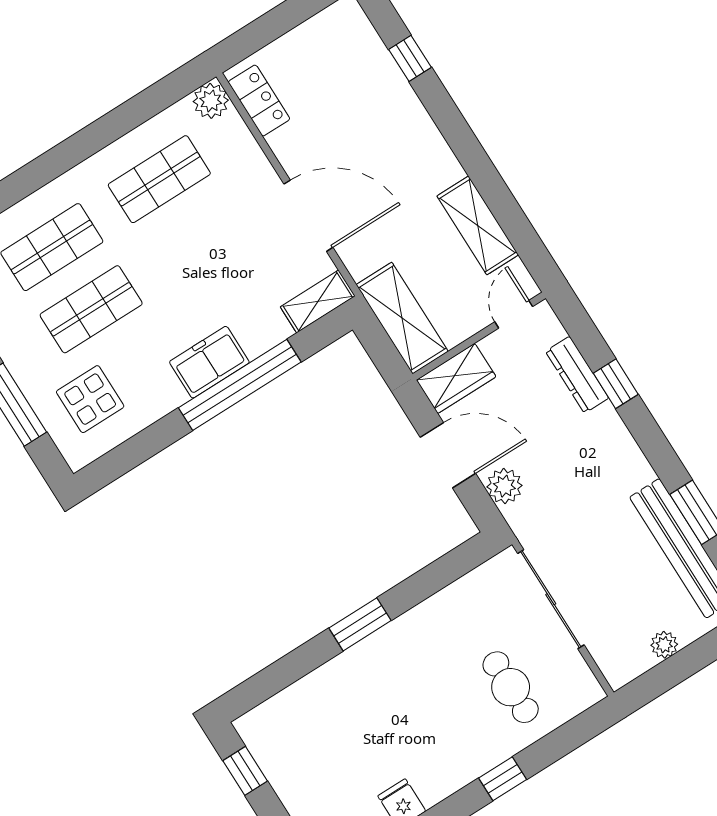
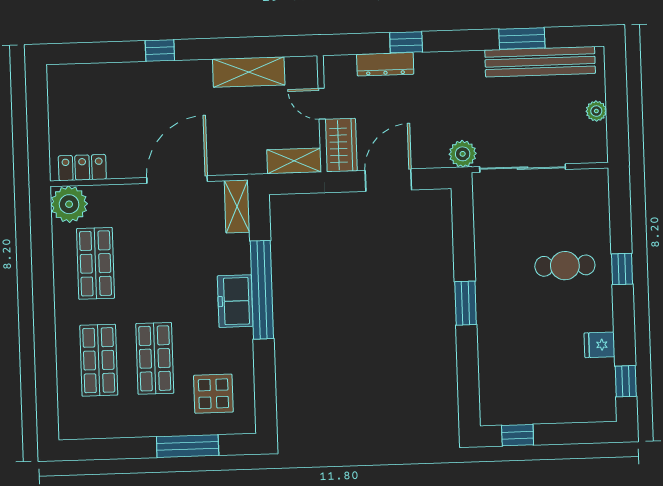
window: (410, 58) -> (160, 50), moved
plant: (211, 101) -> (69, 204), width x1.36, depth x1.36
door: (514, 314) -> (322, 104), moved
shelving: (402, 318) -> (294, 161), width x0.67, depth x0.75
plant: (504, 486) -> (463, 154), moved
cafe table: (511, 687) -> (565, 266), moved

